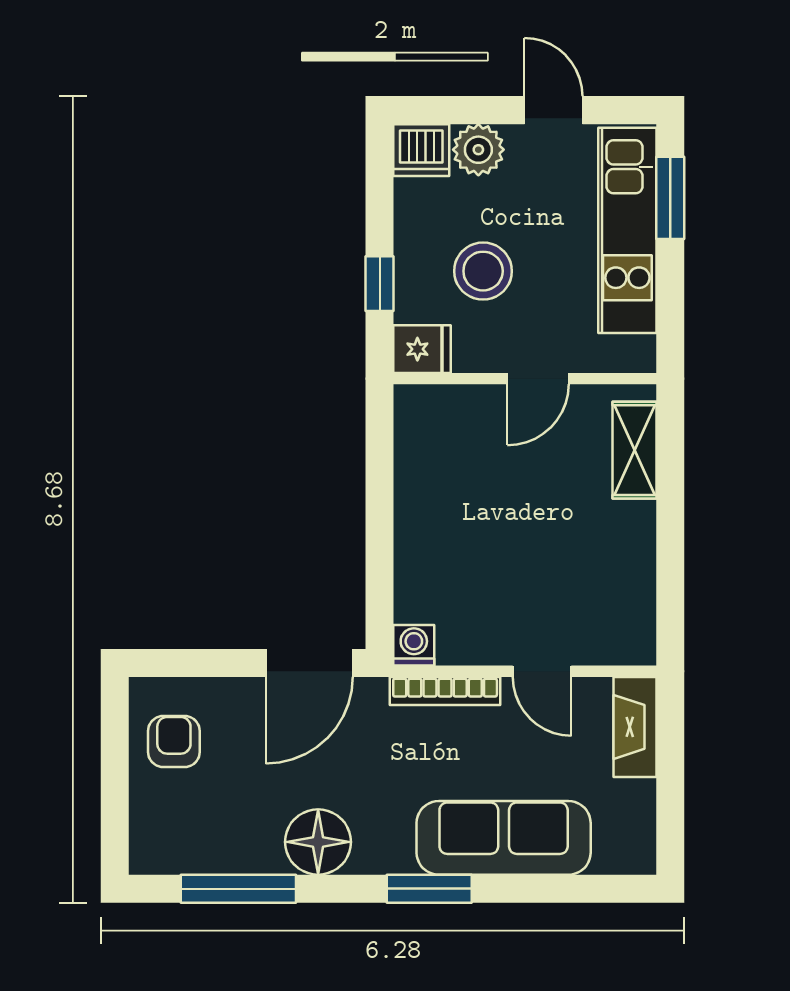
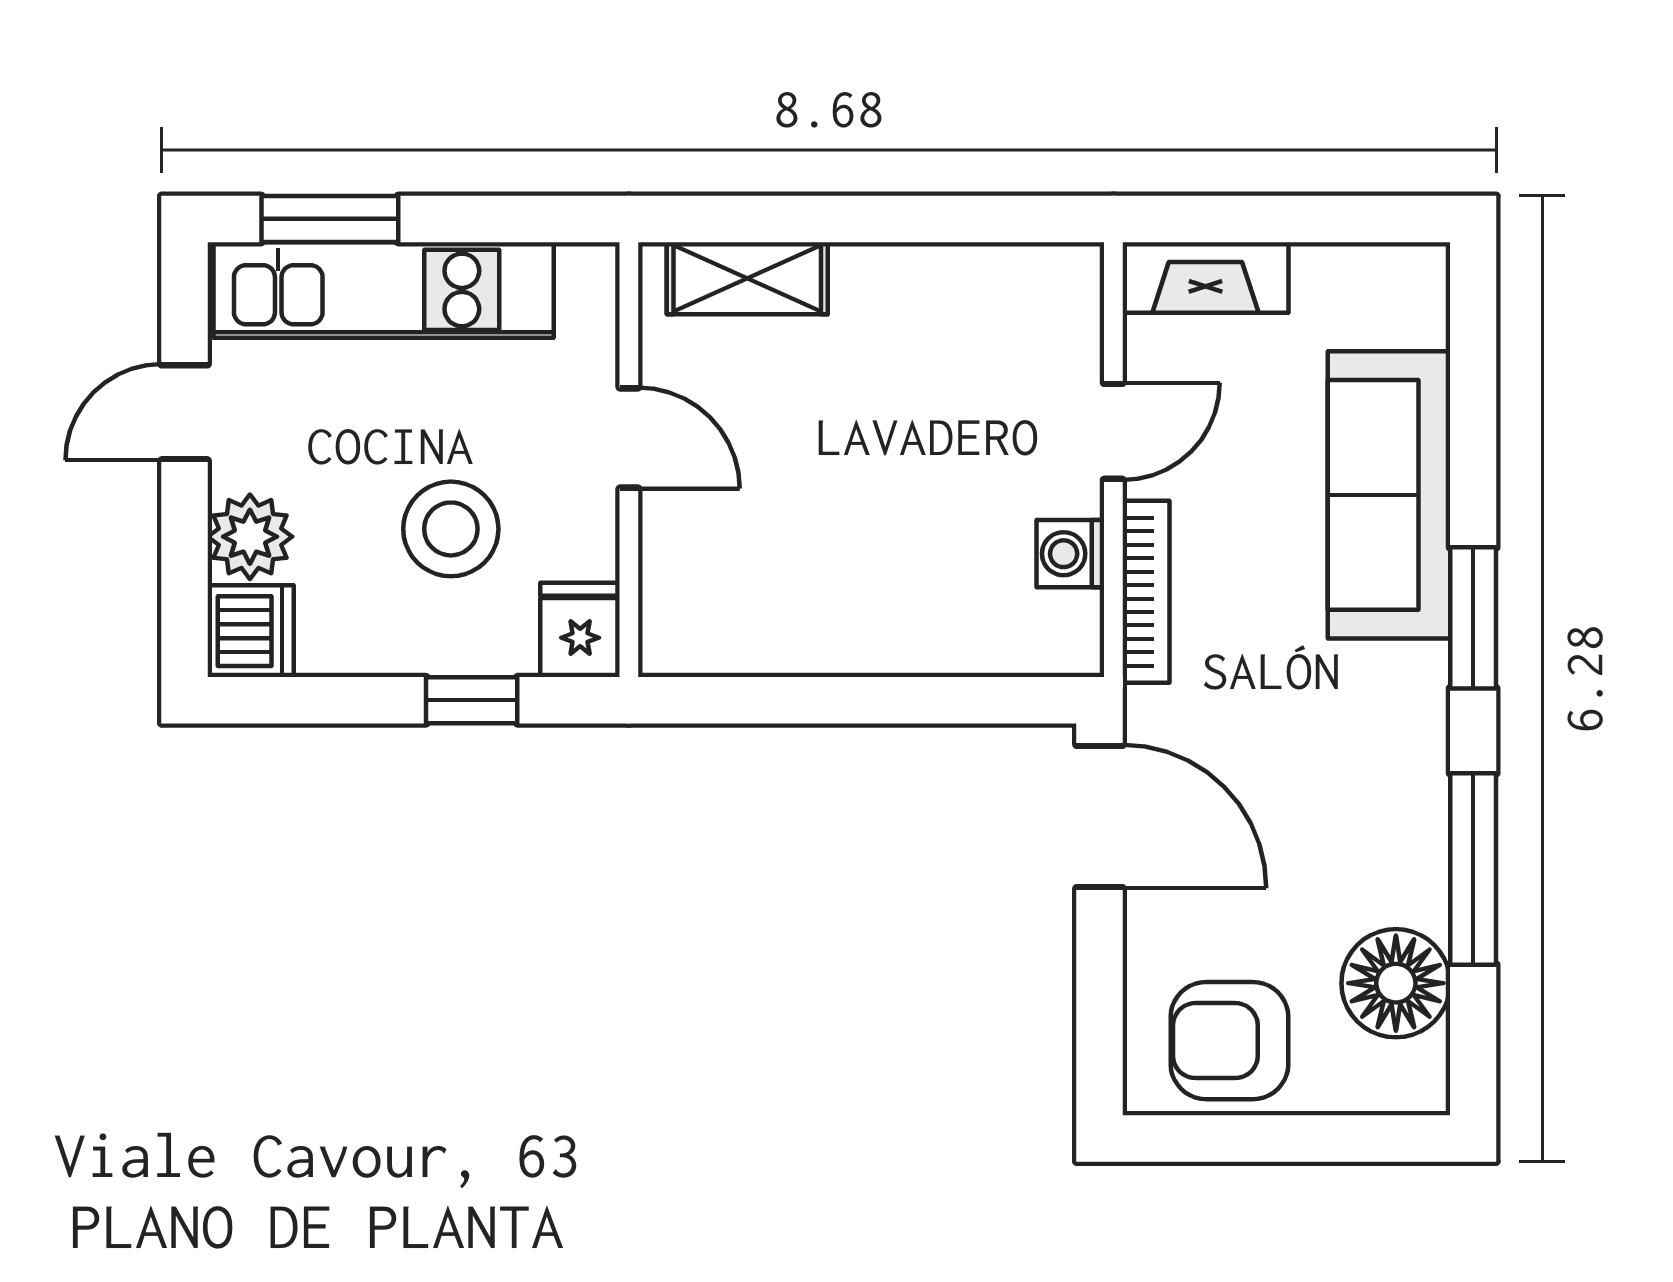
washing machine: (414, 645) -> (1070, 554), moved
armchair: (174, 741) -> (1229, 1041), width x1.38, depth x1.38
floor lamp: (318, 842) -> (1396, 983), moved
window: (238, 889) -> (1473, 869), moved

